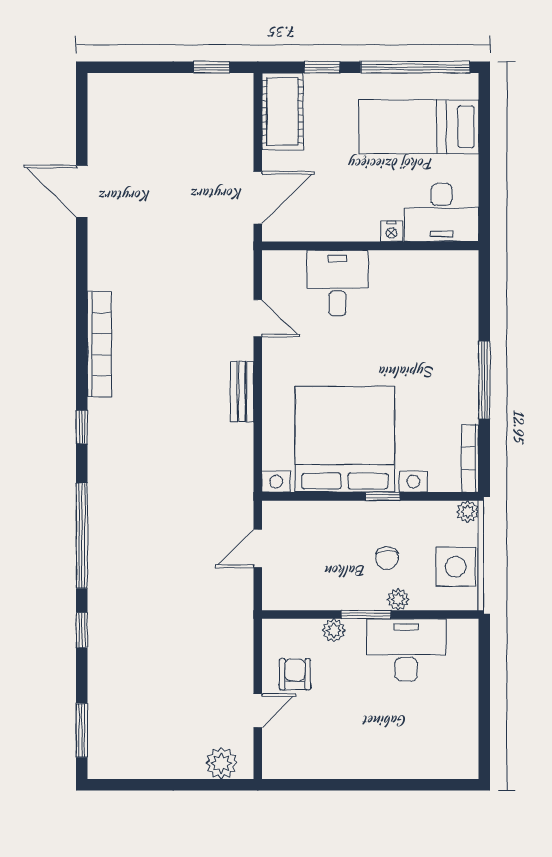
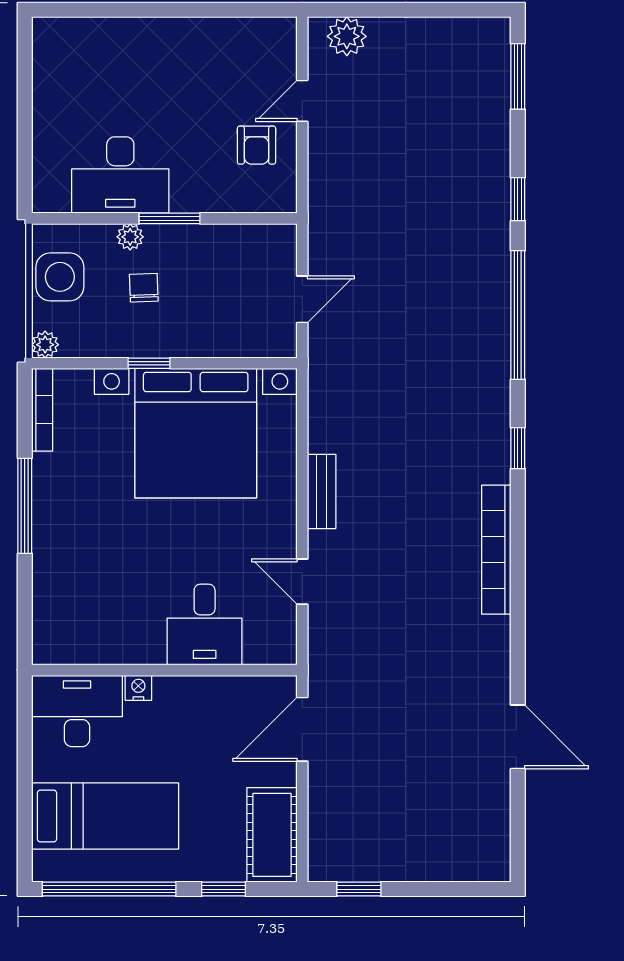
plant: (334, 630) -> (209, 199), removed

